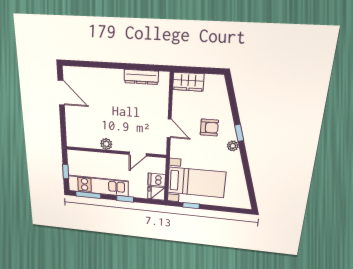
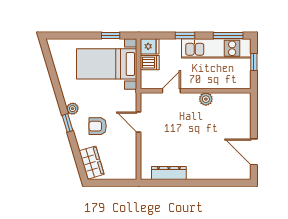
wardrobe: (188, 82) -> (92, 163), moved, turned 73

